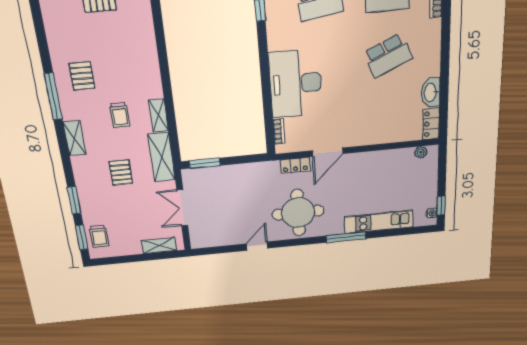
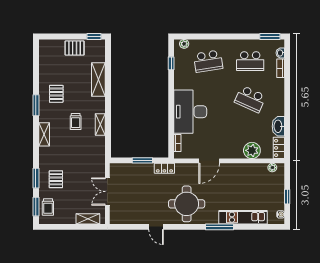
school desk: (388, 56) -> (250, 99), turned 48
window: (53, 96) -> (36, 105), width x0.69
plant: (391, 131) -> (252, 150), added
shelving: (162, 157) -> (98, 80), moved
window: (205, 163) -> (142, 160), moved
locker: (295, 165) -> (164, 168), moved
pallet: (121, 172) -> (56, 179), moved
window: (441, 206) -> (287, 197), moved
door: (257, 246) -> (156, 227), swing flipped

